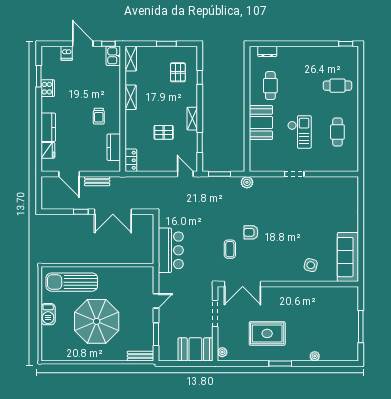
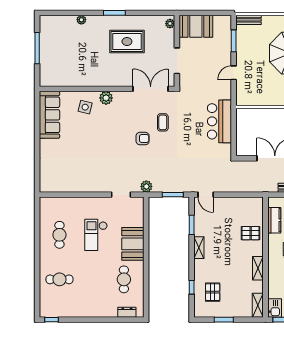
pallet: (164, 132) -> (251, 233), moved
locker: (131, 160) -> (258, 208), removed
doorway: (294, 174) -> (121, 195), moved
plant: (289, 275) -> (106, 98), added

